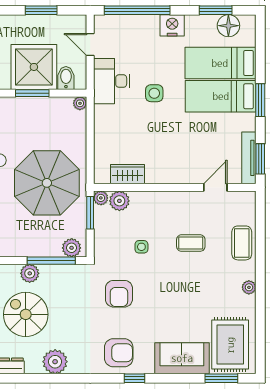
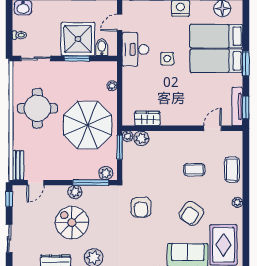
door: (90, 45) -> (120, 22), hinge flipped
plant: (80, 103) -> (112, 86), moved
side table: (141, 247) -> (158, 172), removed
armchair: (119, 353) -> (191, 213), moved, turned 124

